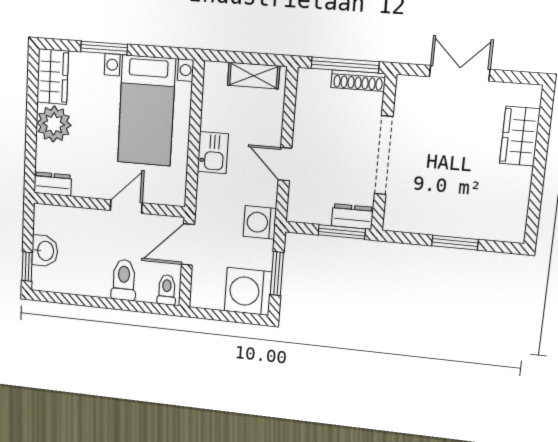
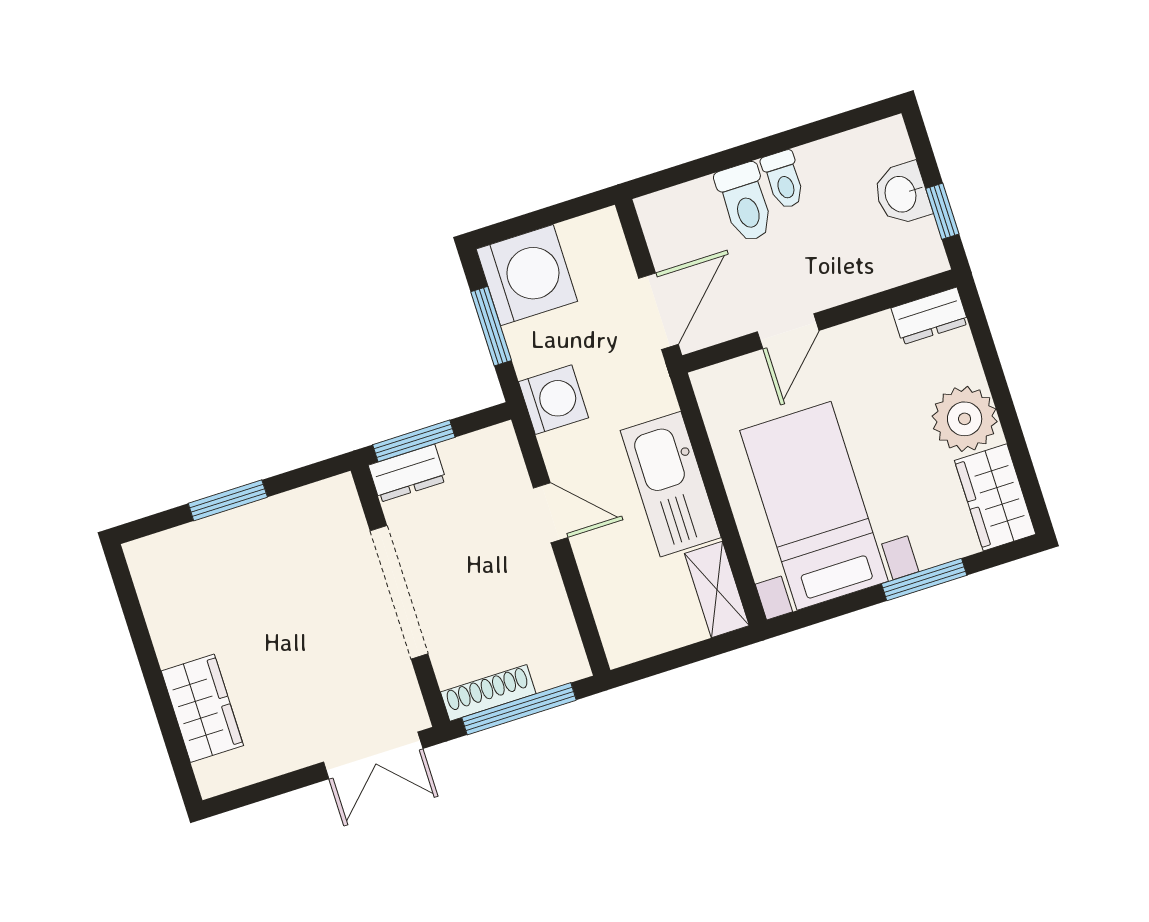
double door: (460, 73) -> (373, 755), moved
shelving: (254, 76) -> (717, 590), moved, turned 90
kitchen sink: (213, 153) -> (671, 484), width x1.87, depth x1.24
window: (27, 267) -> (942, 211), moved
toilet: (167, 290) -> (784, 180), moved

